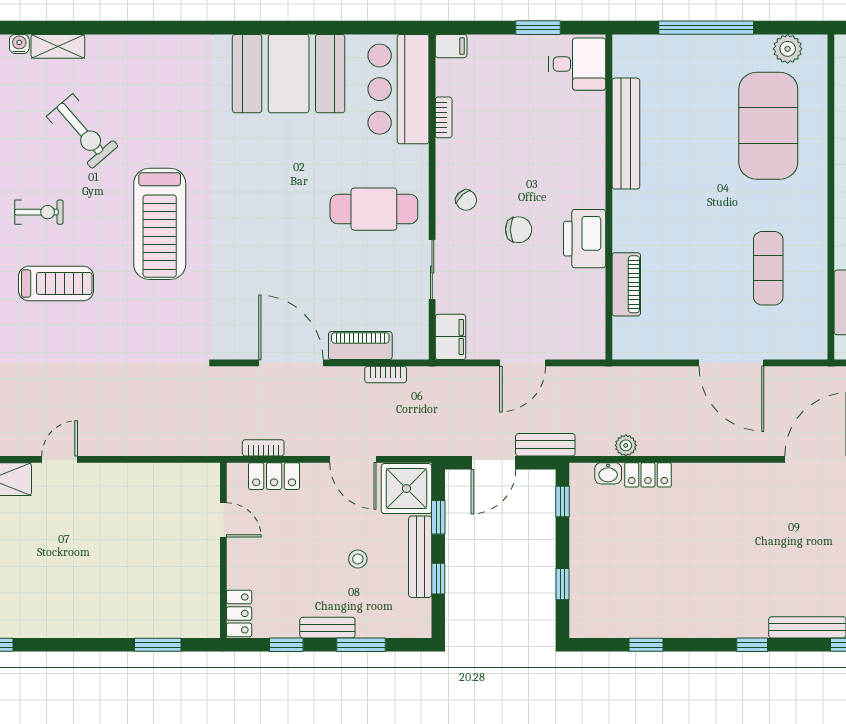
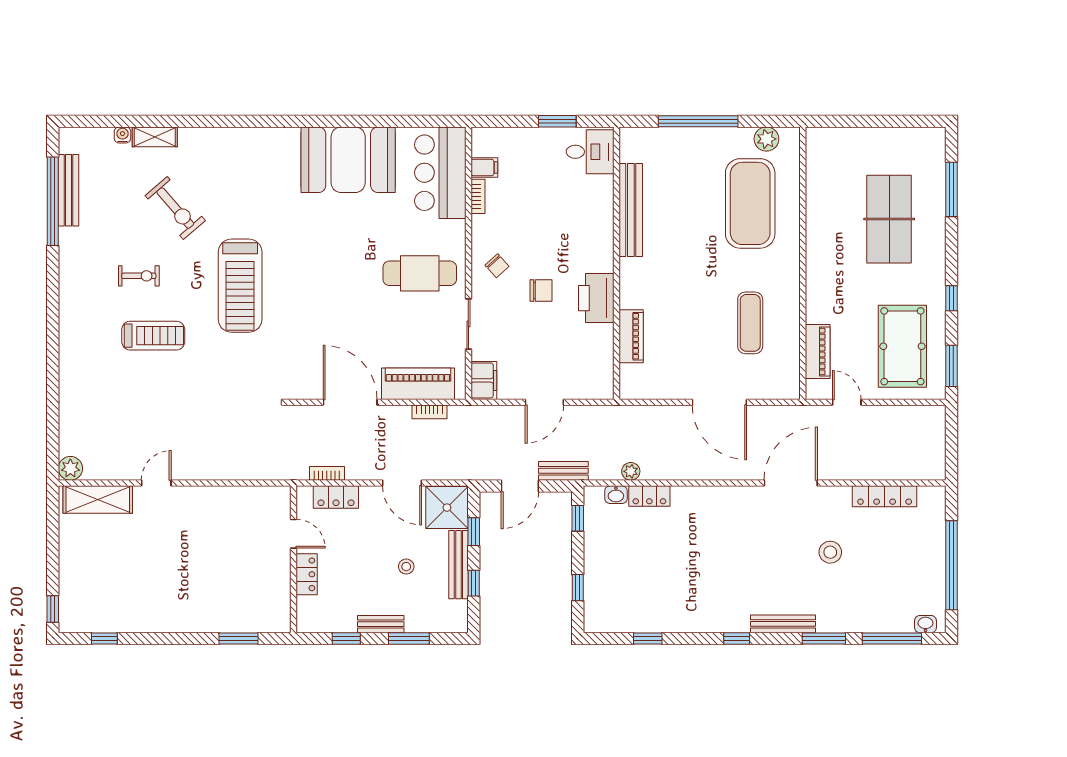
filing cabinet: (451, 46) -> (484, 168), moved
piano: (360, 346) -> (418, 384), width x1.37, depth x1.33
locker: (239, 613) -> (307, 574), moved

